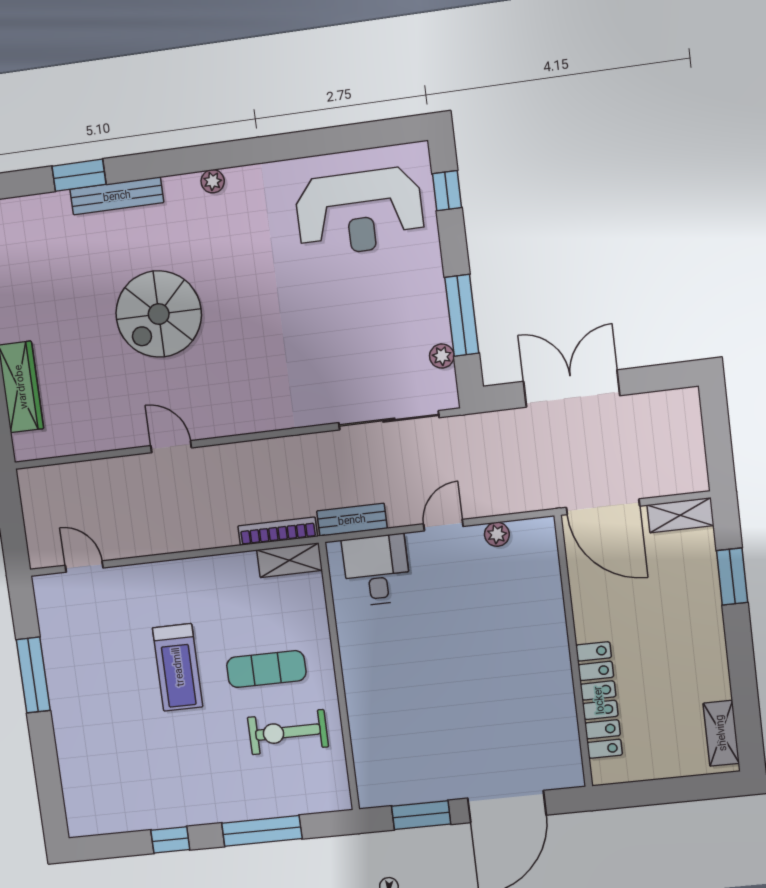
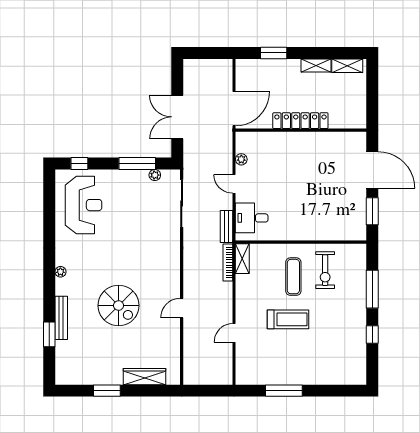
shelving: (680, 515) -> (316, 65), moved, turned 90
door: (84, 567) -> (234, 333), moved
locker: (599, 700) -> (300, 121), moved

